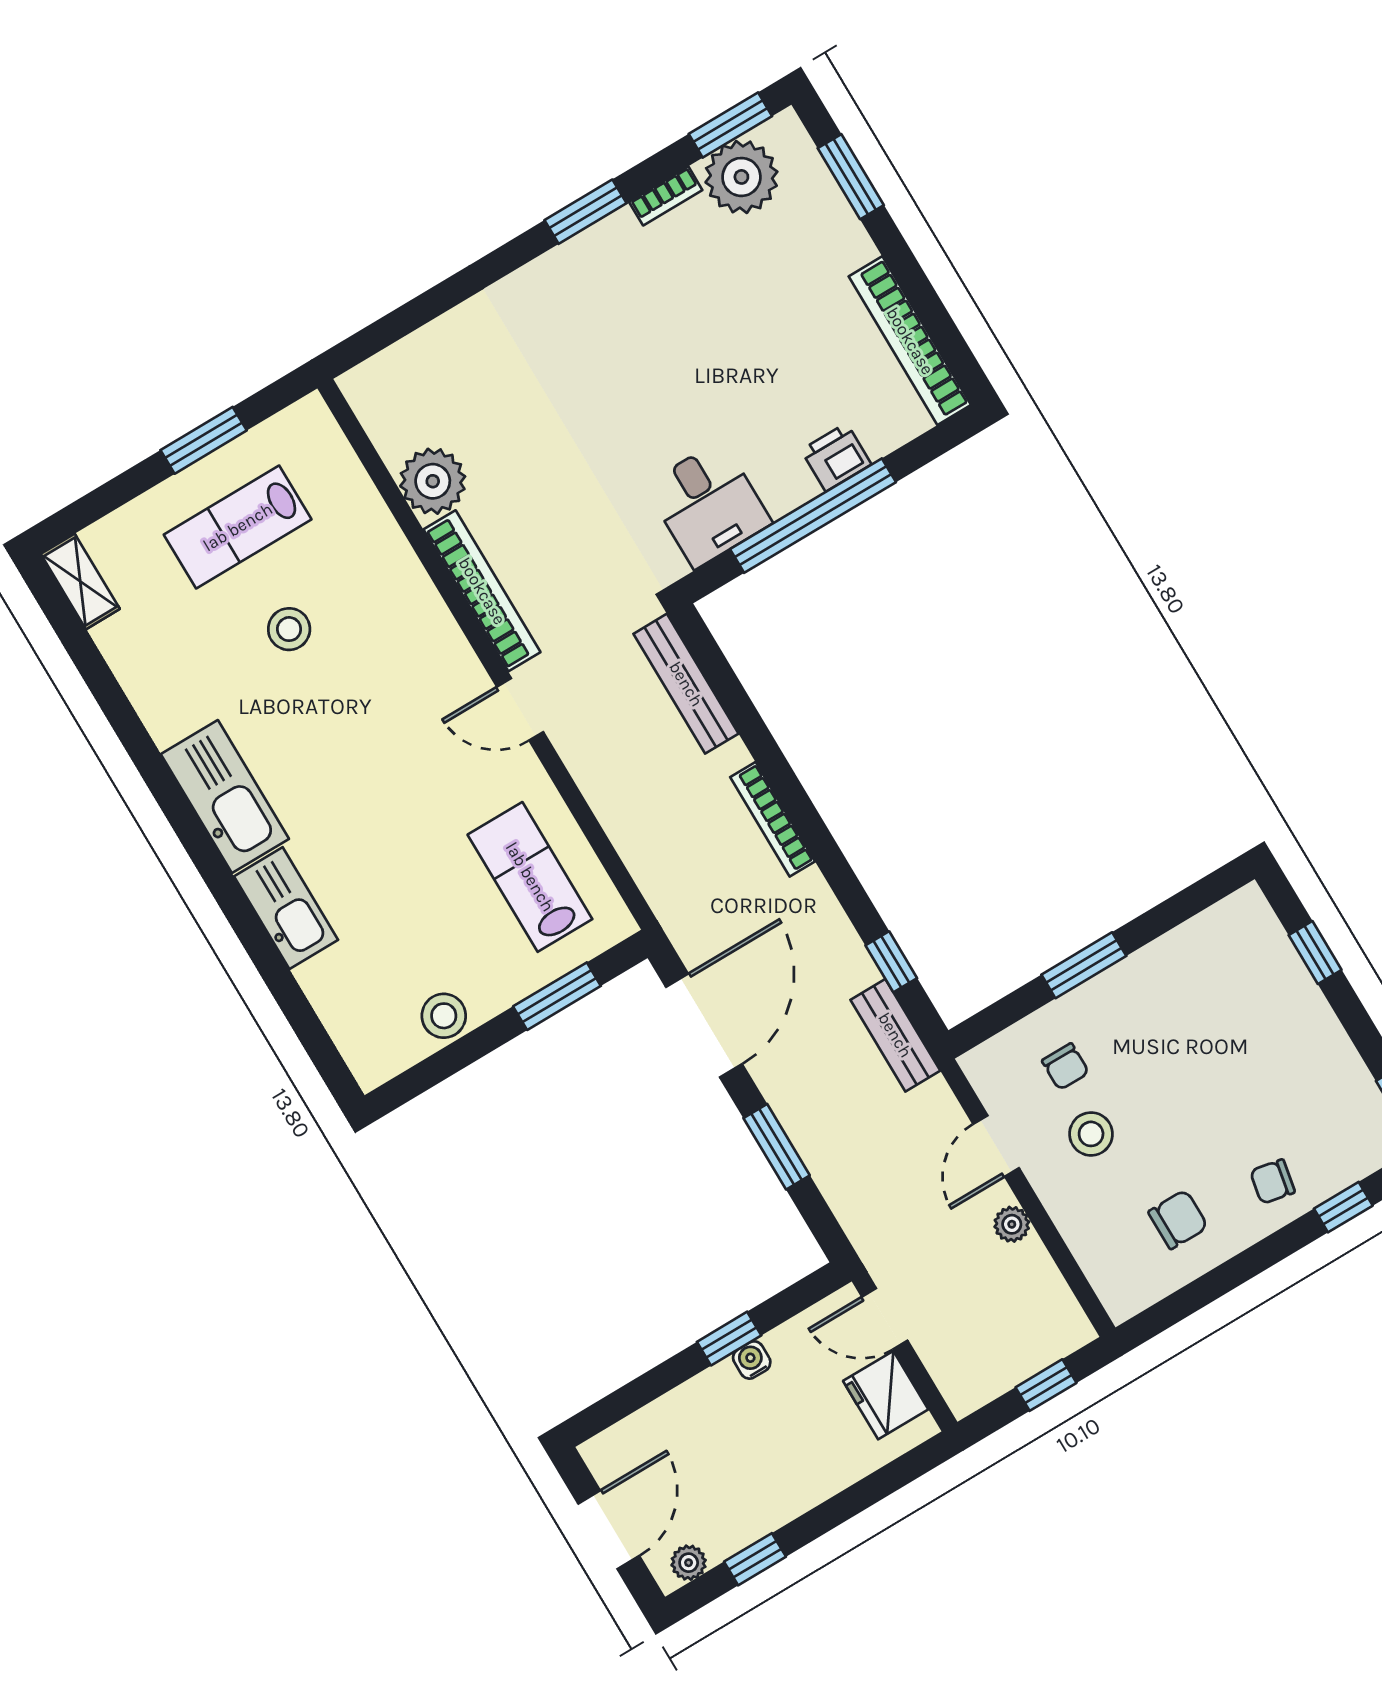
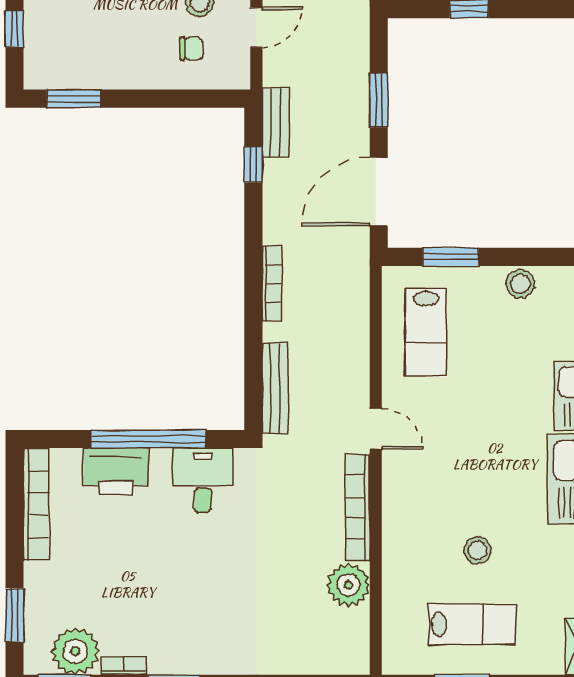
printer: (836, 457) -> (116, 471), width x1.87, depth x1.48
window: (1084, 965) -> (74, 99), moved
chair: (1065, 1067) -> (191, 48), turned 90

